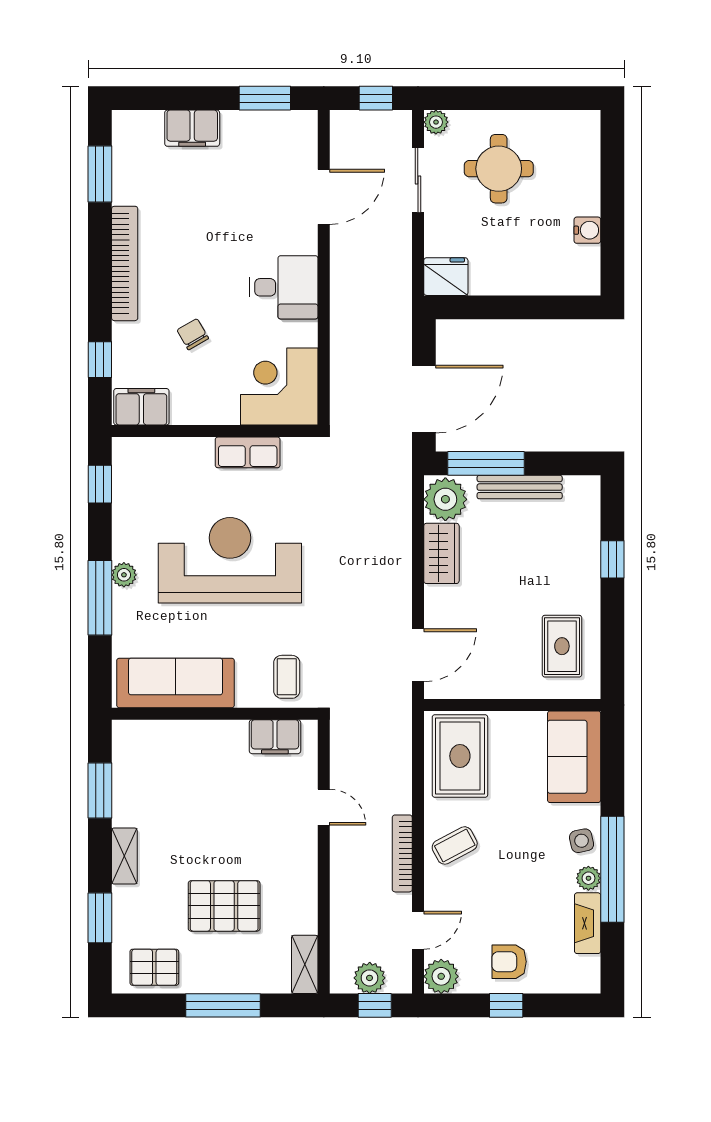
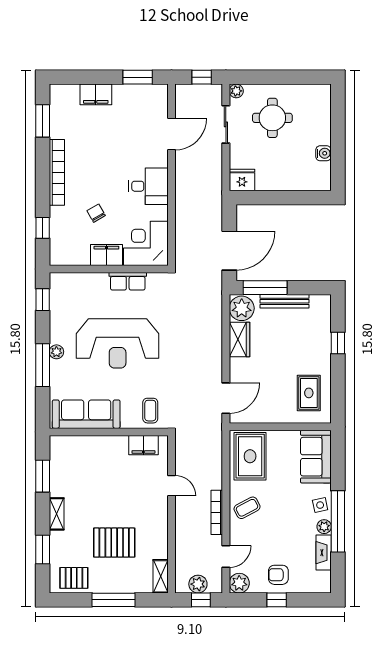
filing cabinet: (141, 407) -> (106, 255), moved
reception desk: (230, 560) -> (118, 343), turned 180

